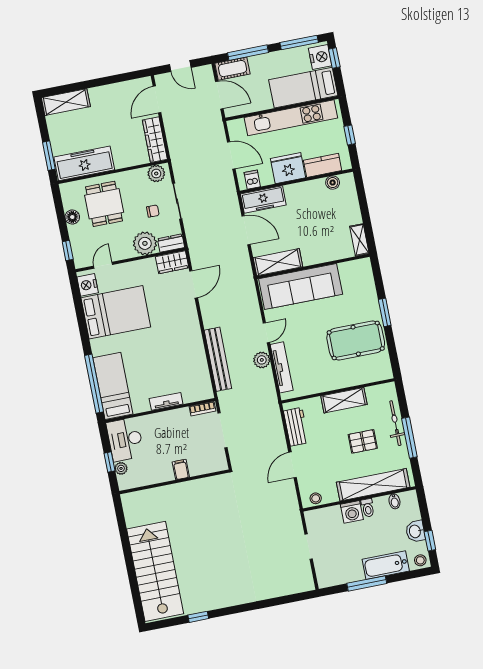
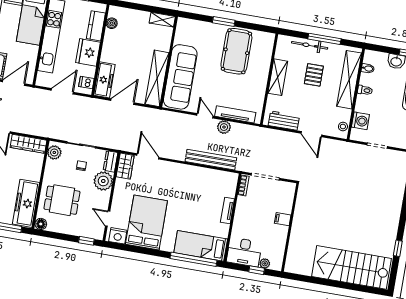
floor lamp: (72, 217) -> (41, 224), moved
shelving: (278, 262) -> (157, 78), width x1.47
washing machine: (352, 512) -> (360, 121), moved

